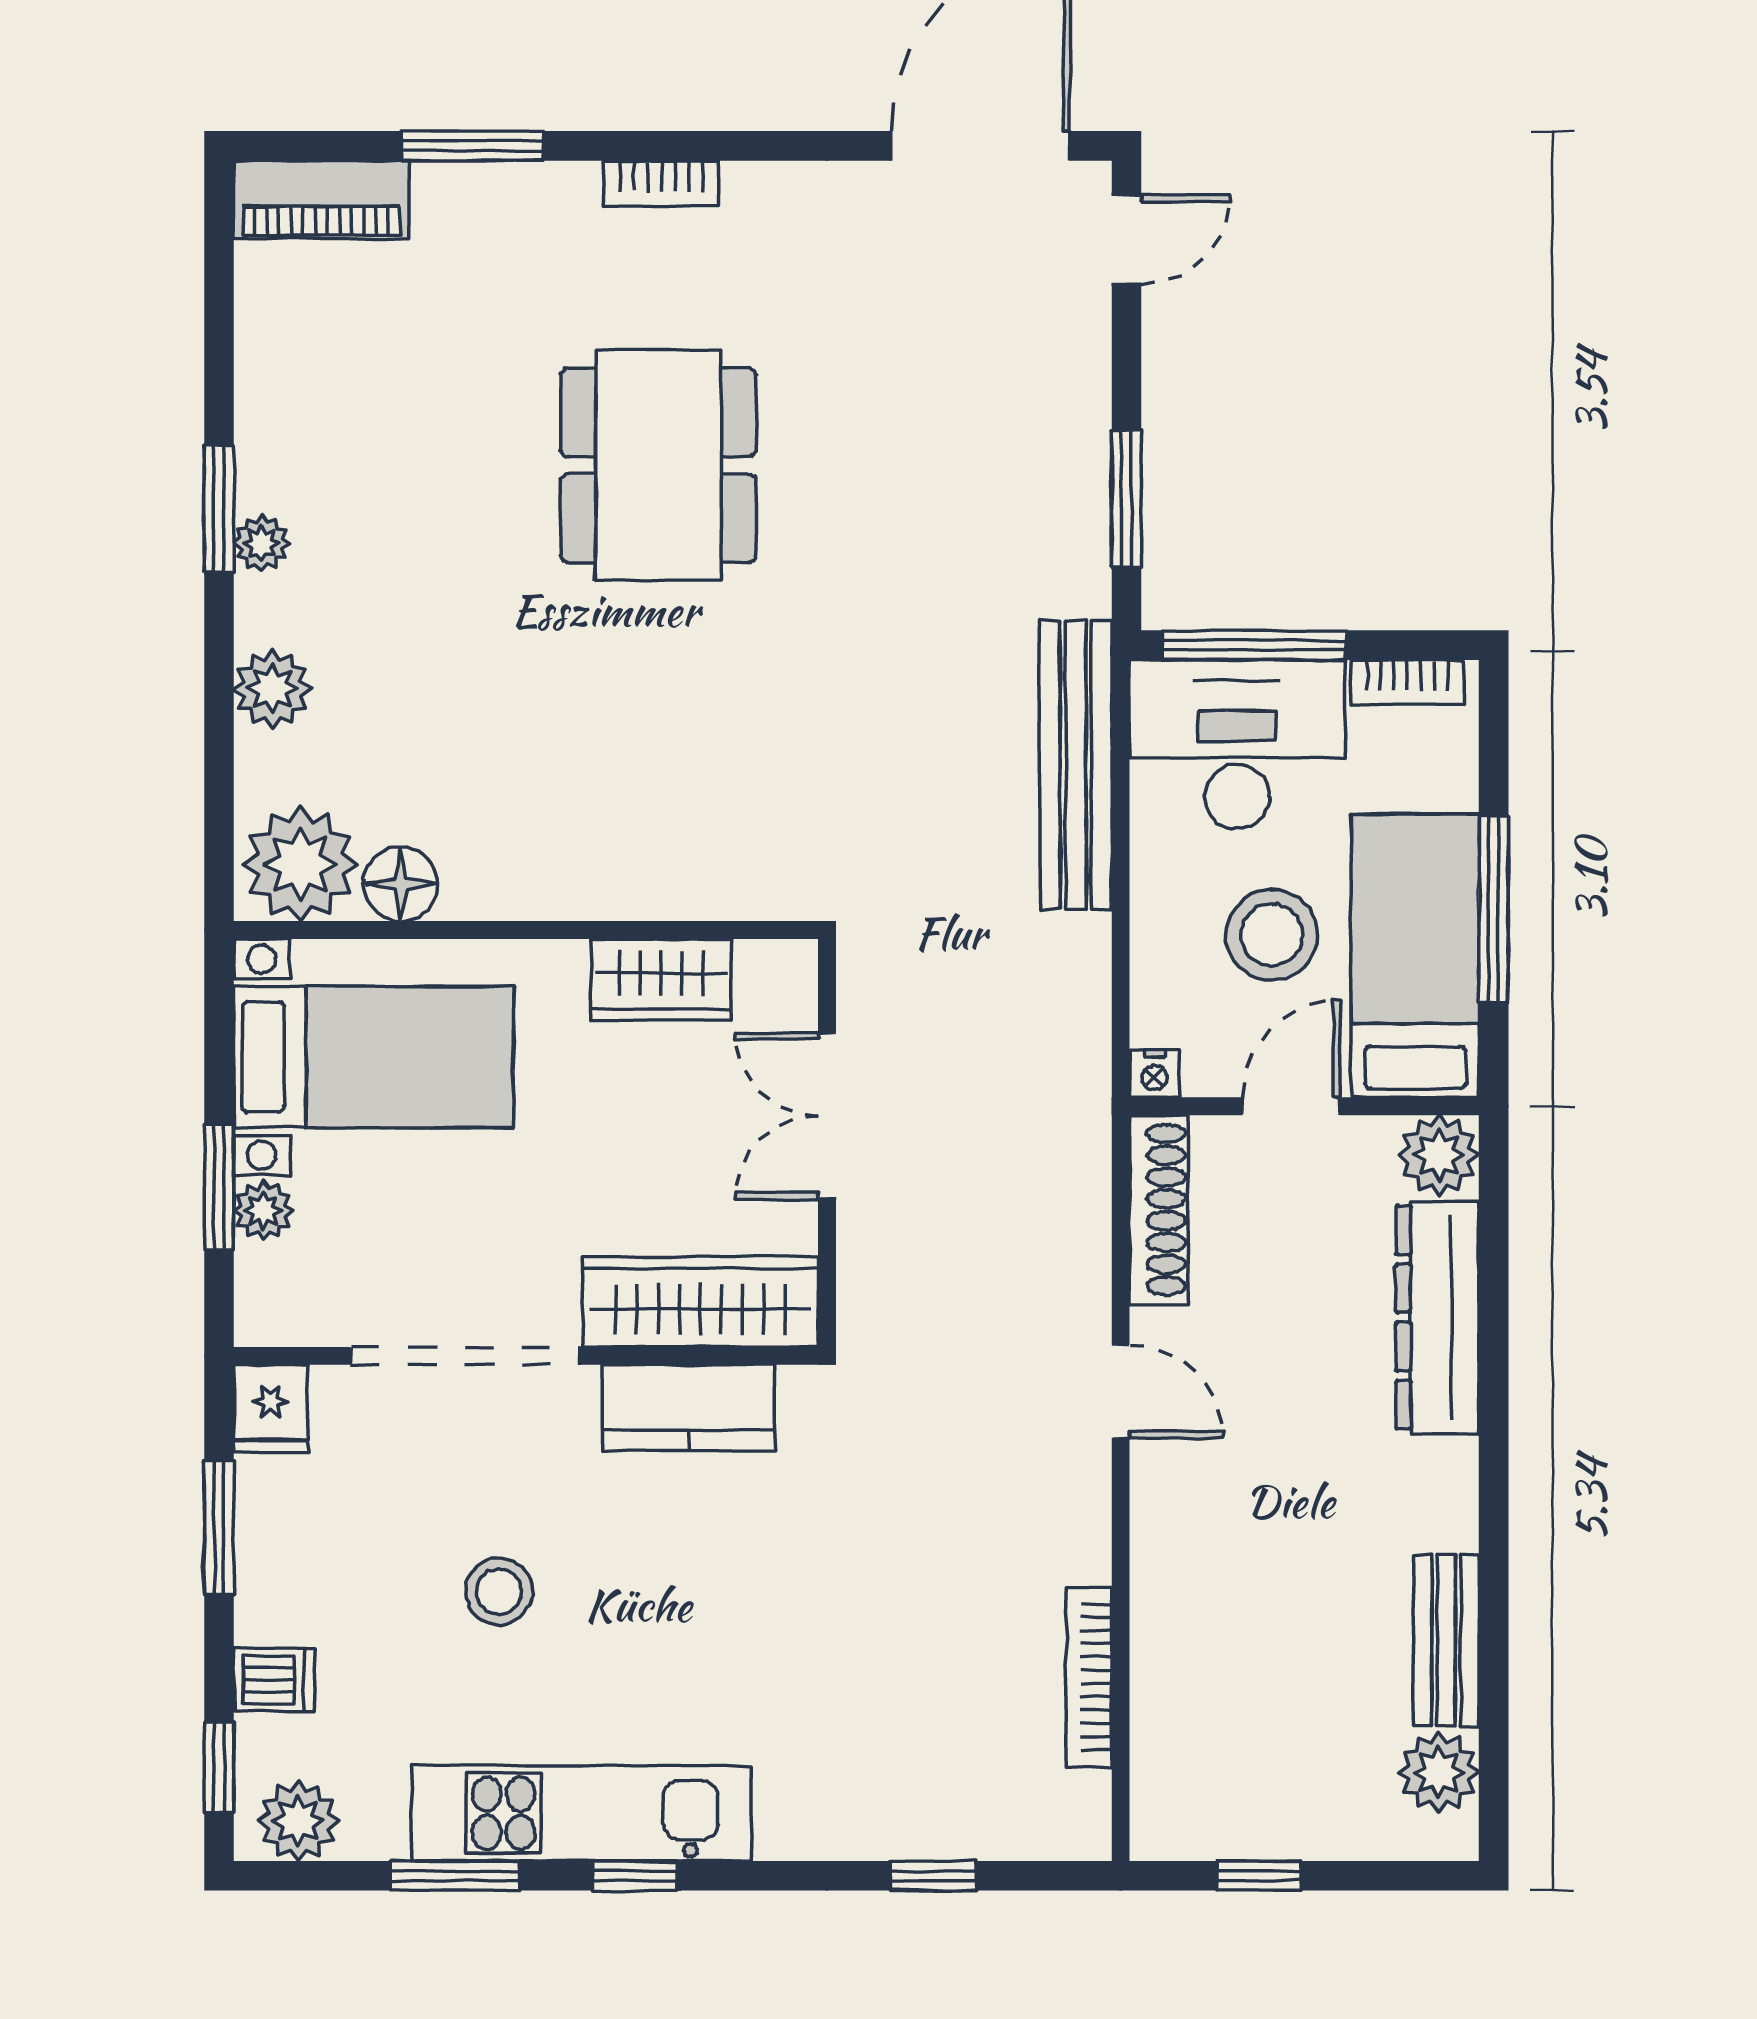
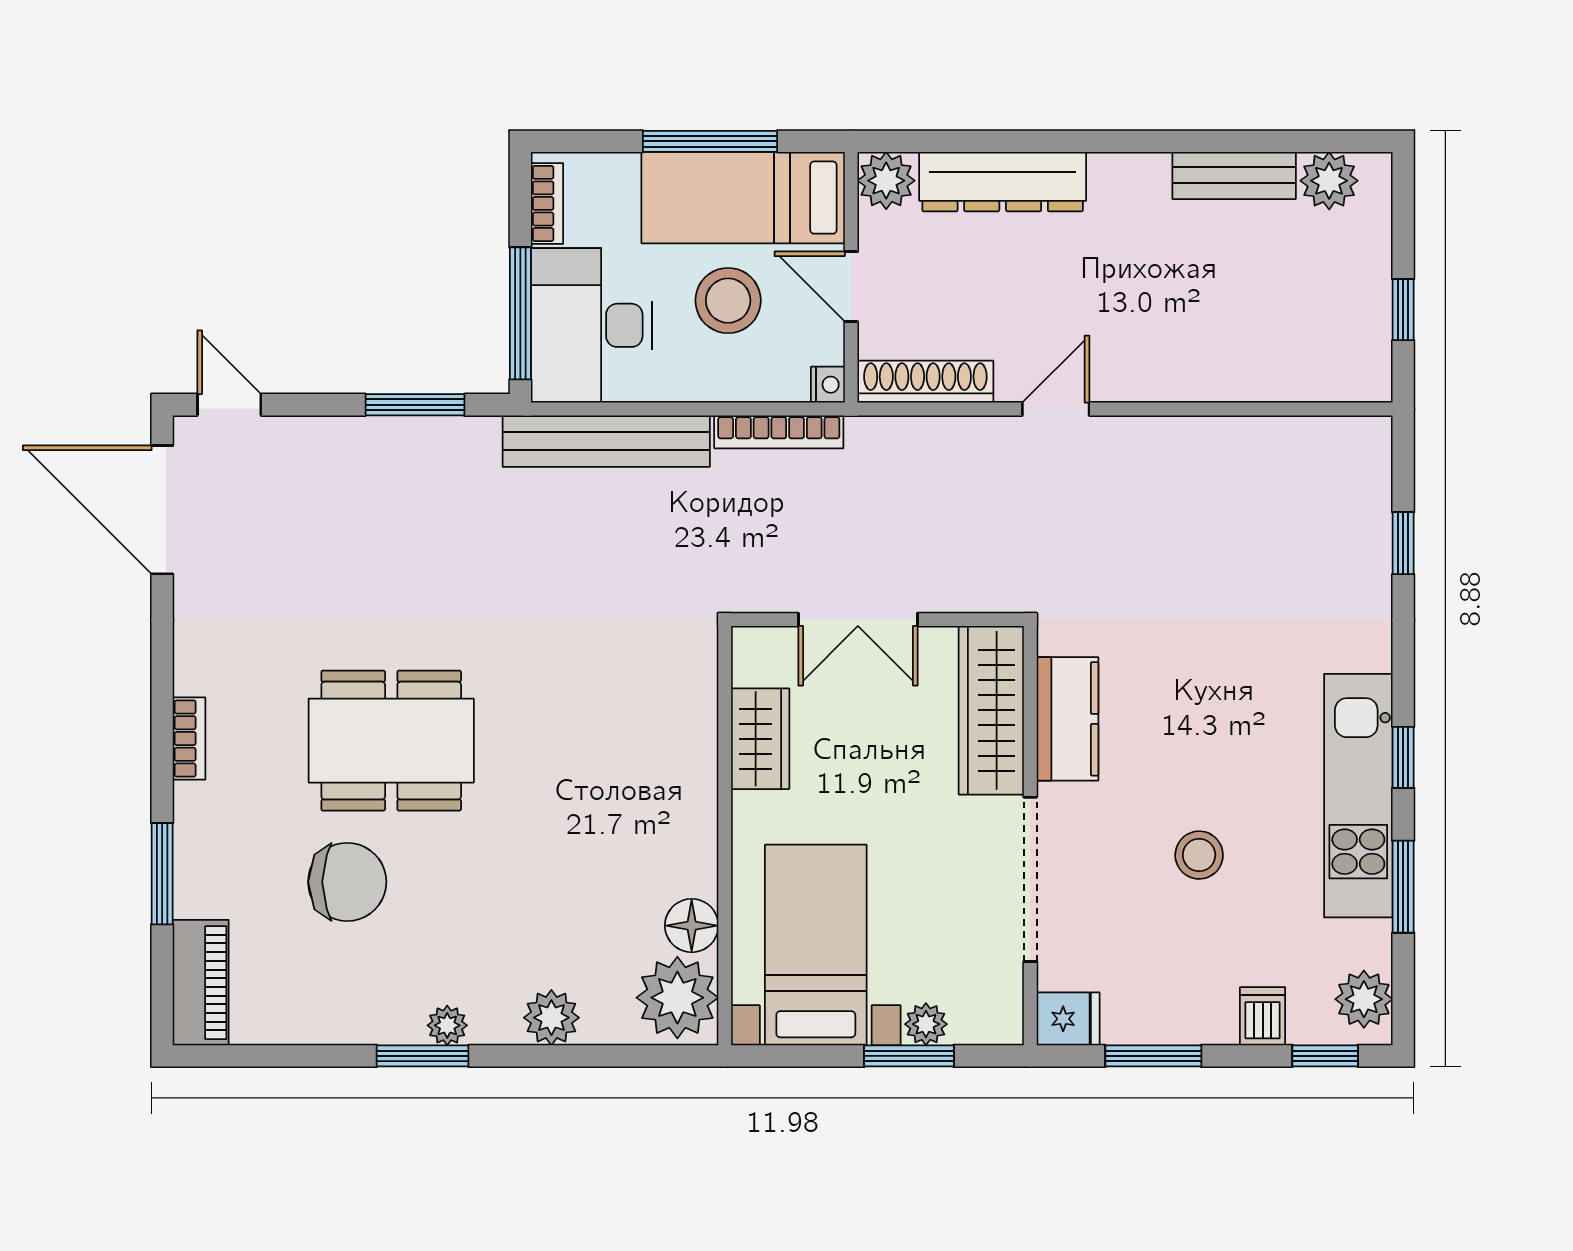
chair: (461, 404) -> (347, 882), added
bookcase: (1089, 1677) -> (779, 432), moved

